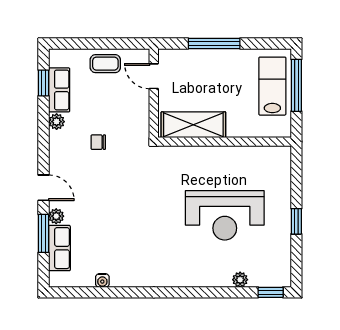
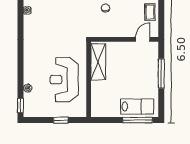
shelving: (193, 125) -> (98, 62), moved
wall: (225, 142) -> (89, 79), moved

